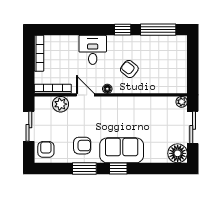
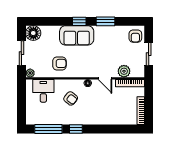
desk: (93, 50) -> (43, 91), moved, turned 180
armchair: (82, 146) -> (59, 63), moved, turned 180

